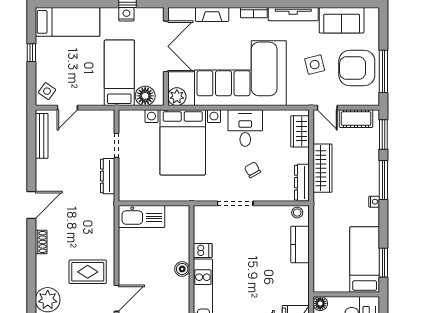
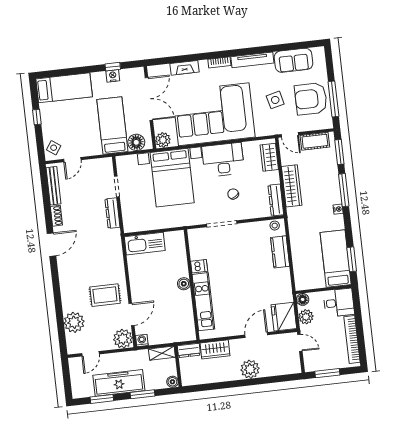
desk: (245, 128) -> (223, 160), width x1.37
shoe rack: (41, 242) -> (56, 216), moved

